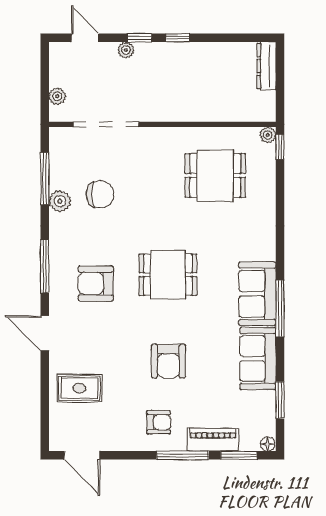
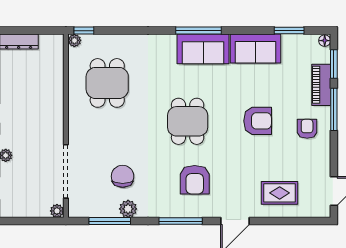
plant: (57, 96) -> (57, 211), moved
window: (280, 309) -> (199, 31), moved
rug: (79, 388) -> (280, 193), turned 90

